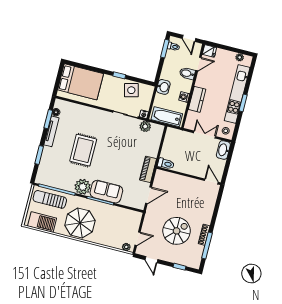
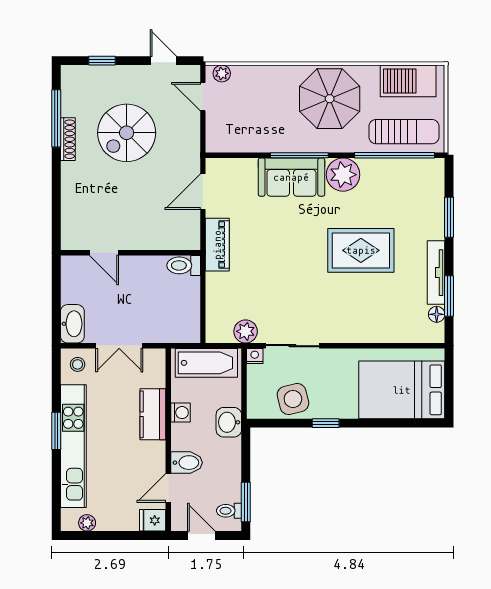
rug: (83, 150) -> (361, 250), turned 90
door: (211, 181) -> (104, 253), moved
door: (138, 239) -> (203, 97), hinge flipped

